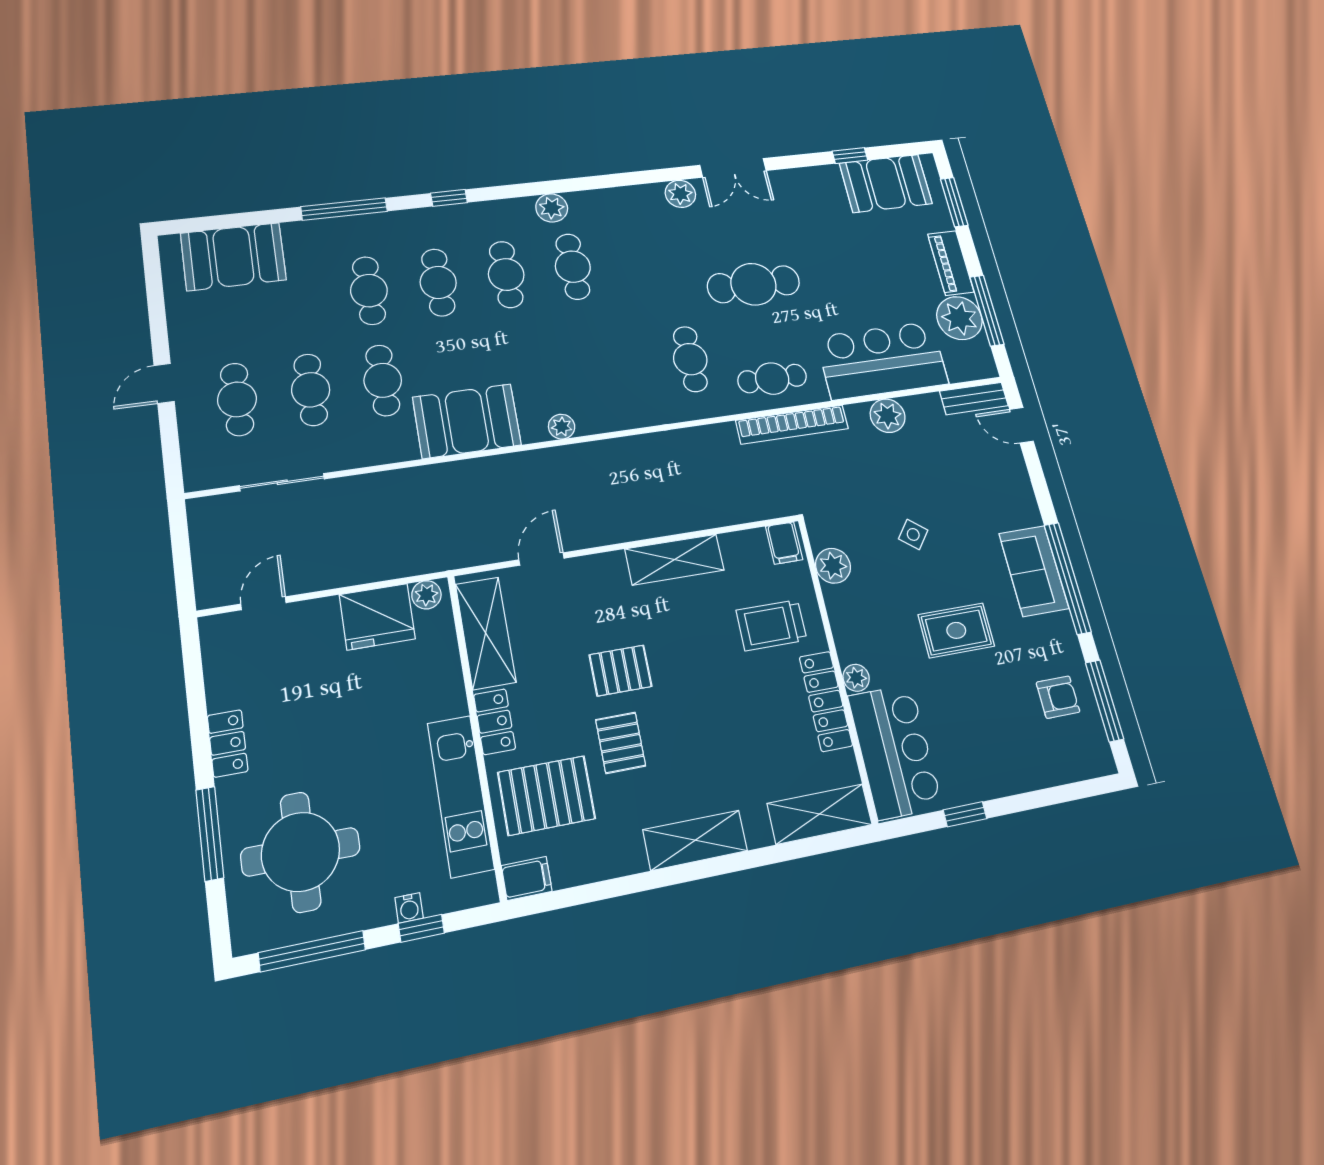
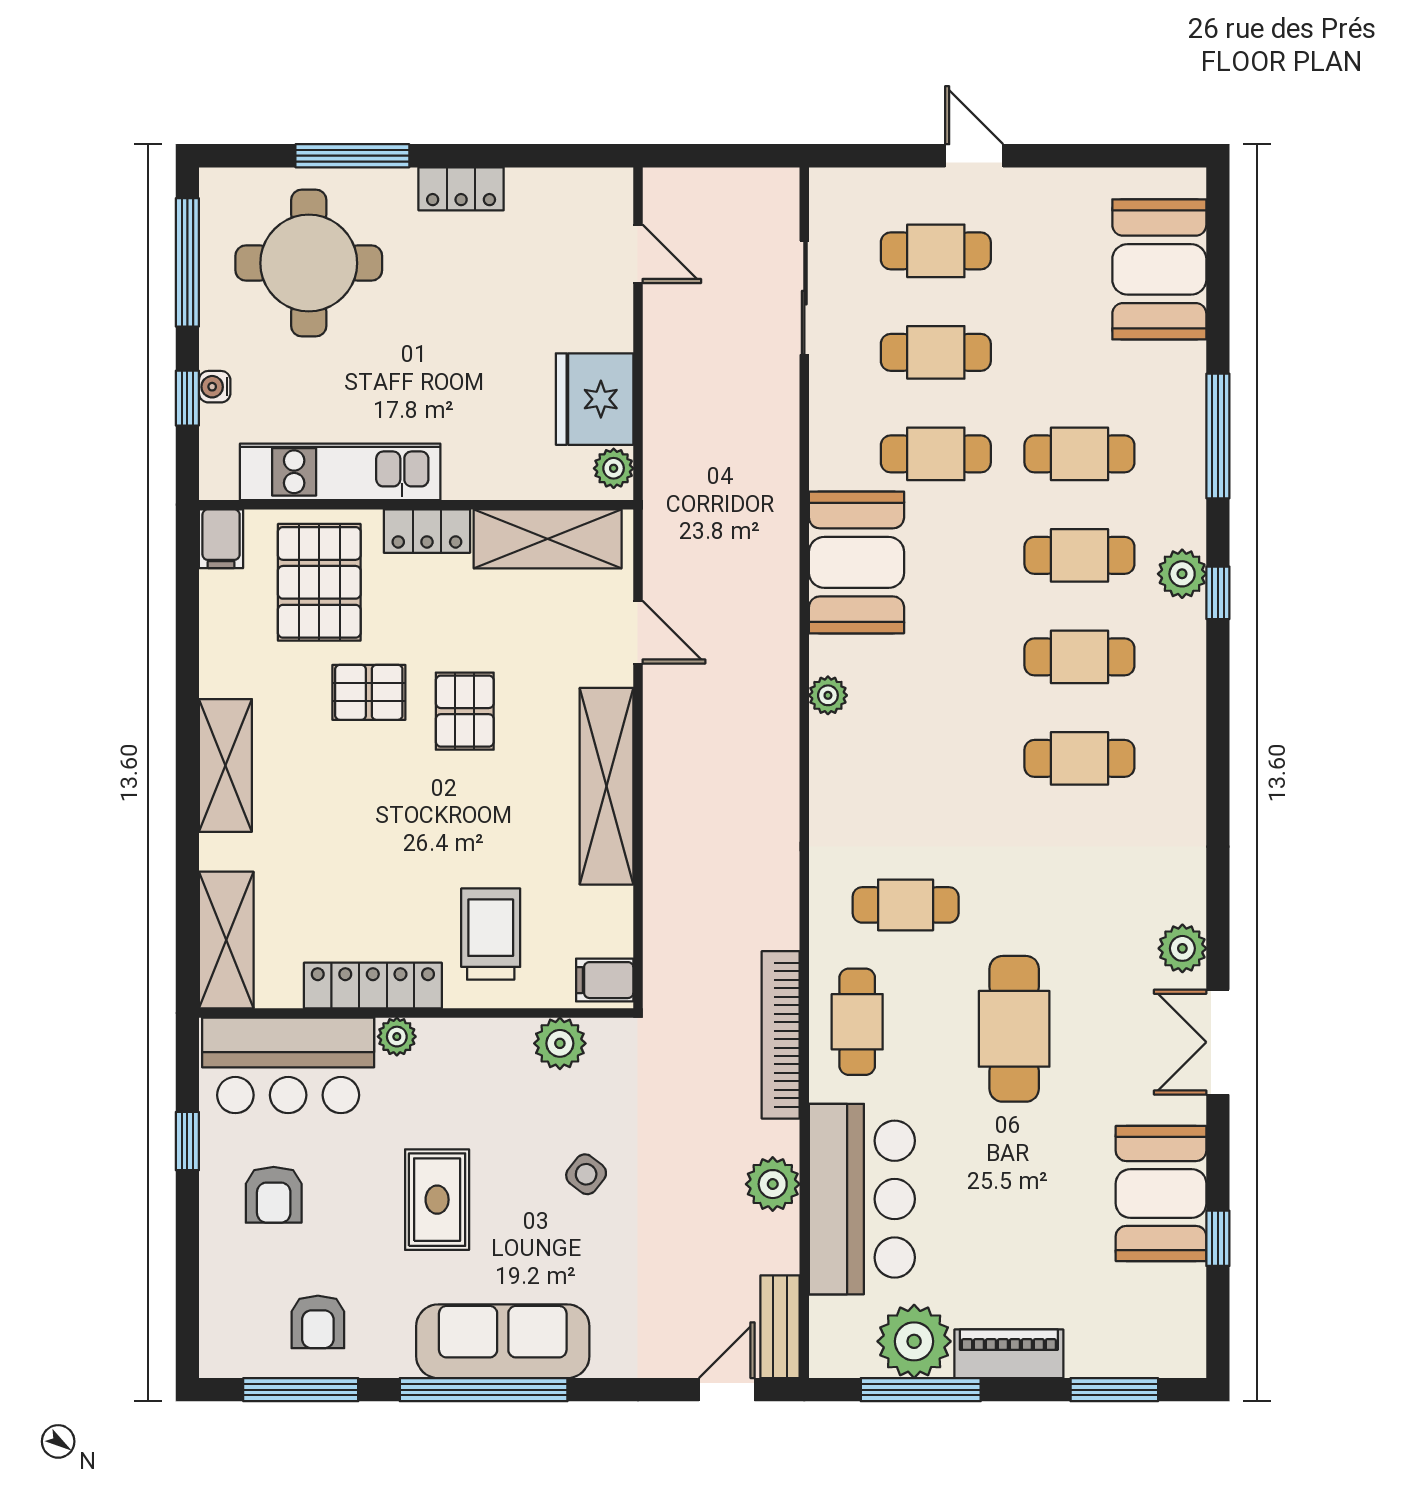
booth: (886, 183) -> (1161, 1193), moved
plant: (552, 208) -> (1182, 574), moved
shelving: (674, 560) -> (606, 786), width x1.47
sofa: (1034, 571) -> (503, 1341), width x1.36
armchair: (984, 744) -> (274, 1195), added

